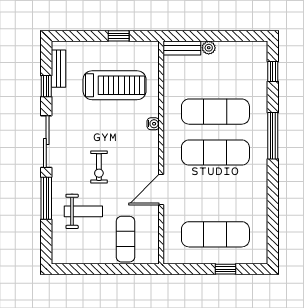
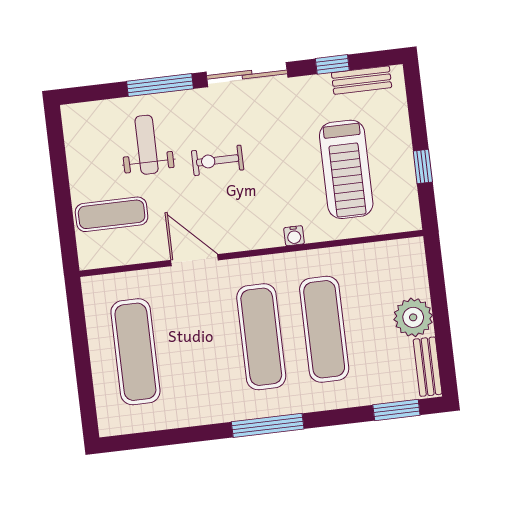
bench: (182, 48) -> (428, 367), moved
plant: (209, 48) -> (413, 317), width x1.87, depth x1.87
window: (273, 71) -> (396, 410), width x1.50
window: (273, 136) -> (268, 425), moved
weight bench: (83, 211) -> (147, 145), turned 180
window: (225, 269) -> (84, 374), removed

